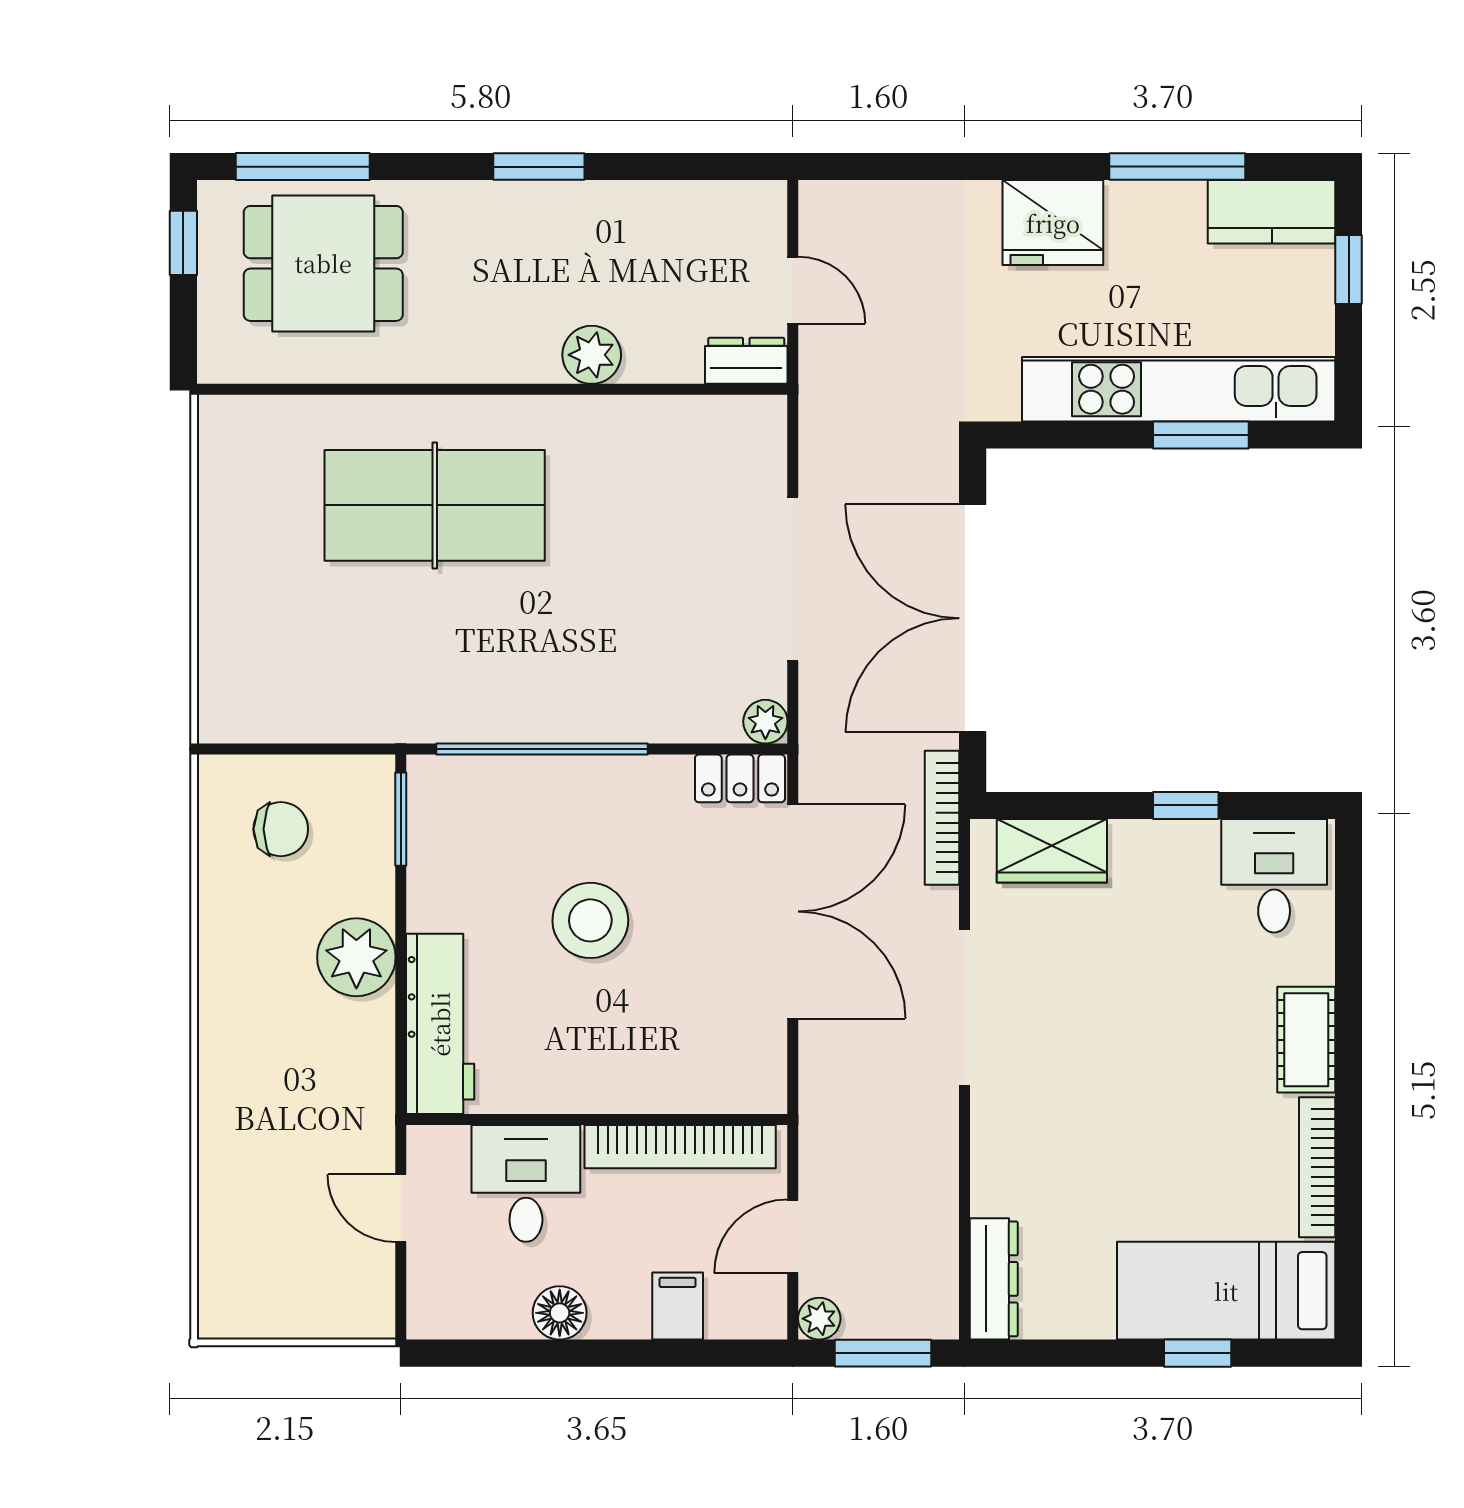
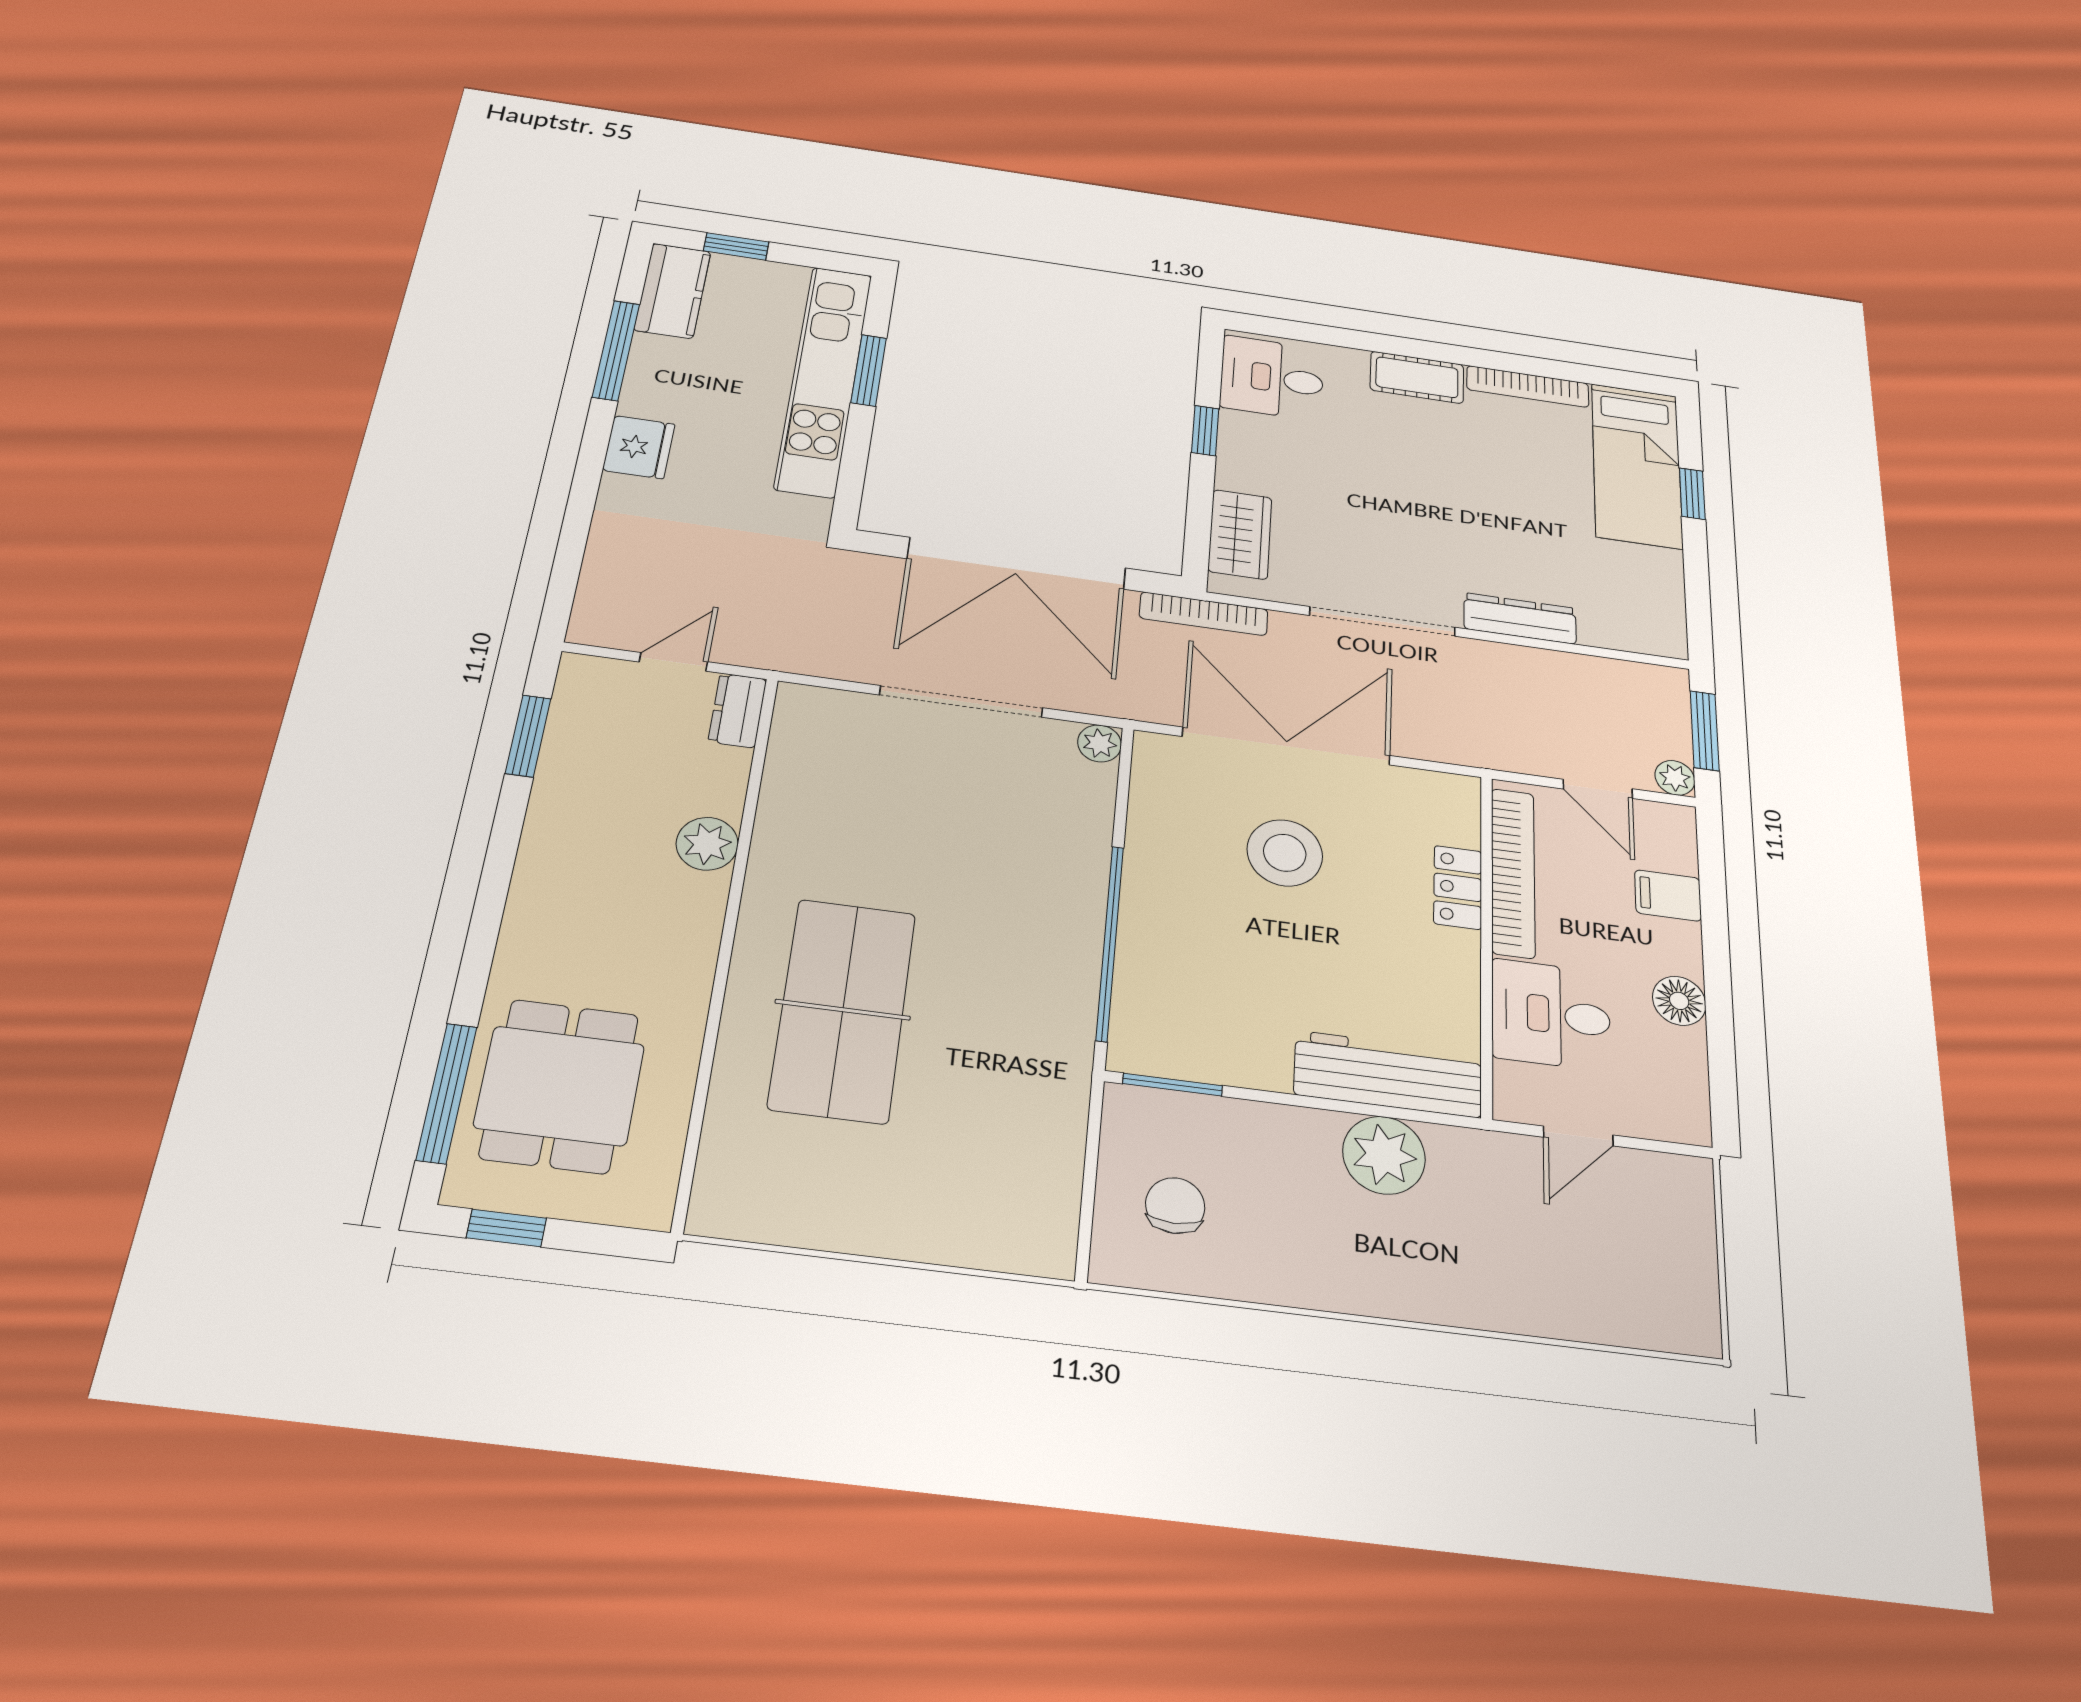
window: (539, 167) -> (528, 736), moved
fridge: (1053, 223) -> (639, 447), width x0.73, depth x0.75
locker: (740, 778) -> (1458, 887), moved, turned 180
stool: (590, 920) -> (1285, 853), moved
plant: (356, 957) -> (1384, 1155), moved
dresser: (994, 1279) -> (1520, 618), moved

